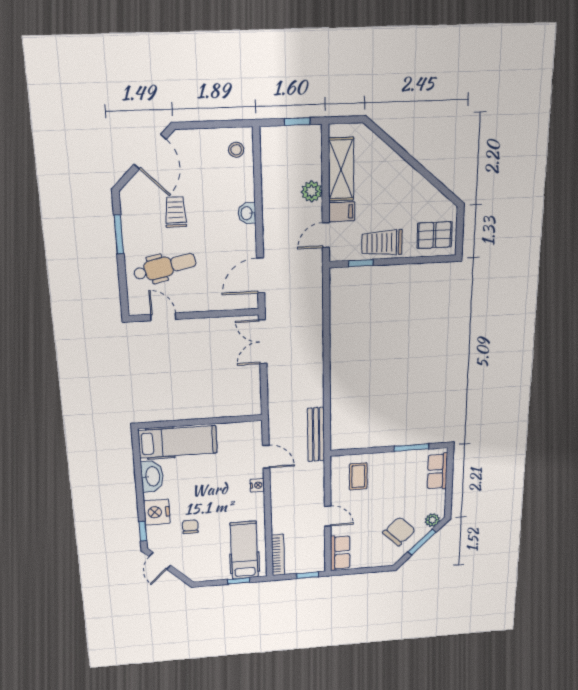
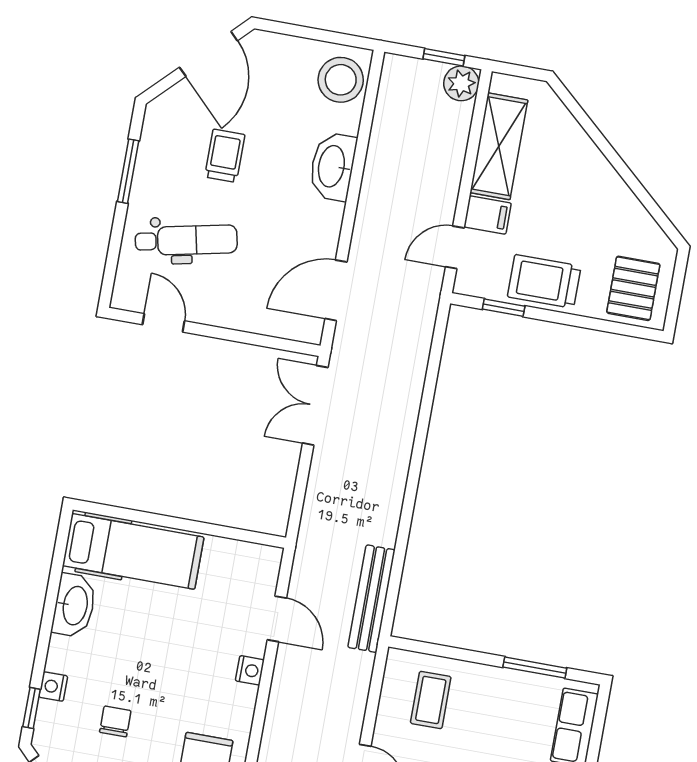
stool: (236, 150) -> (341, 80), width x1.89, depth x1.89
plant: (312, 192) -> (461, 83), moved
washbasin: (247, 213) -> (333, 166), width x1.91, depth x1.45
pallet: (435, 235) -> (633, 288), turned 90
nightstand: (157, 512) -> (53, 686), width x0.53, depth x0.56

